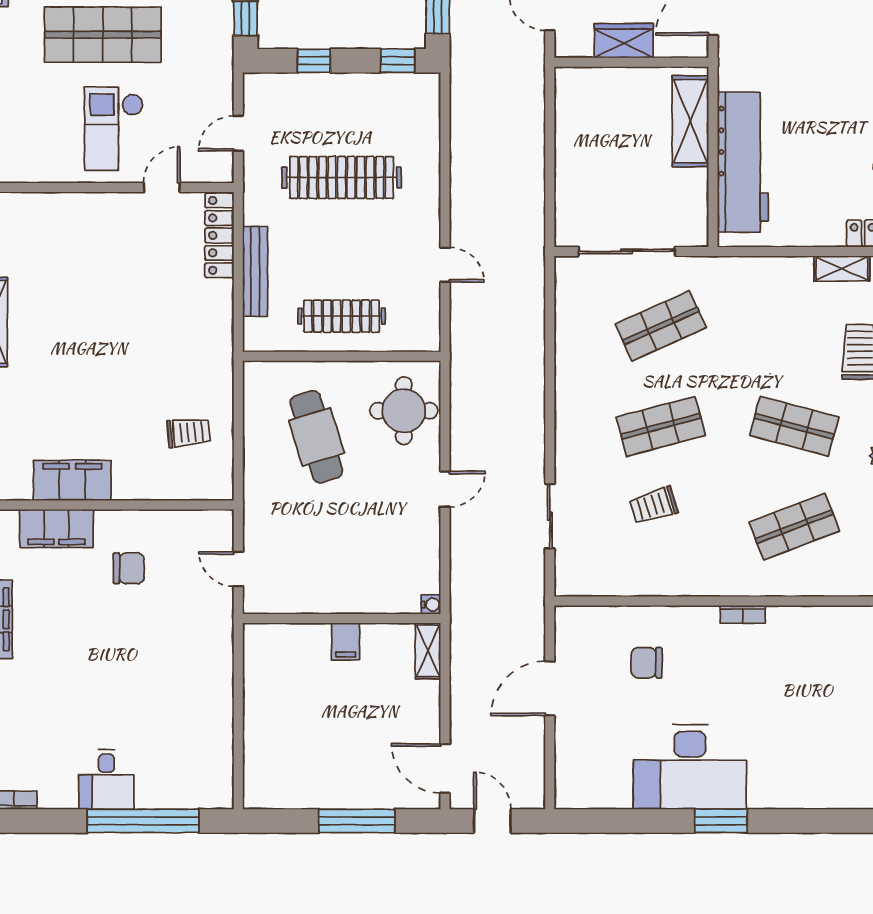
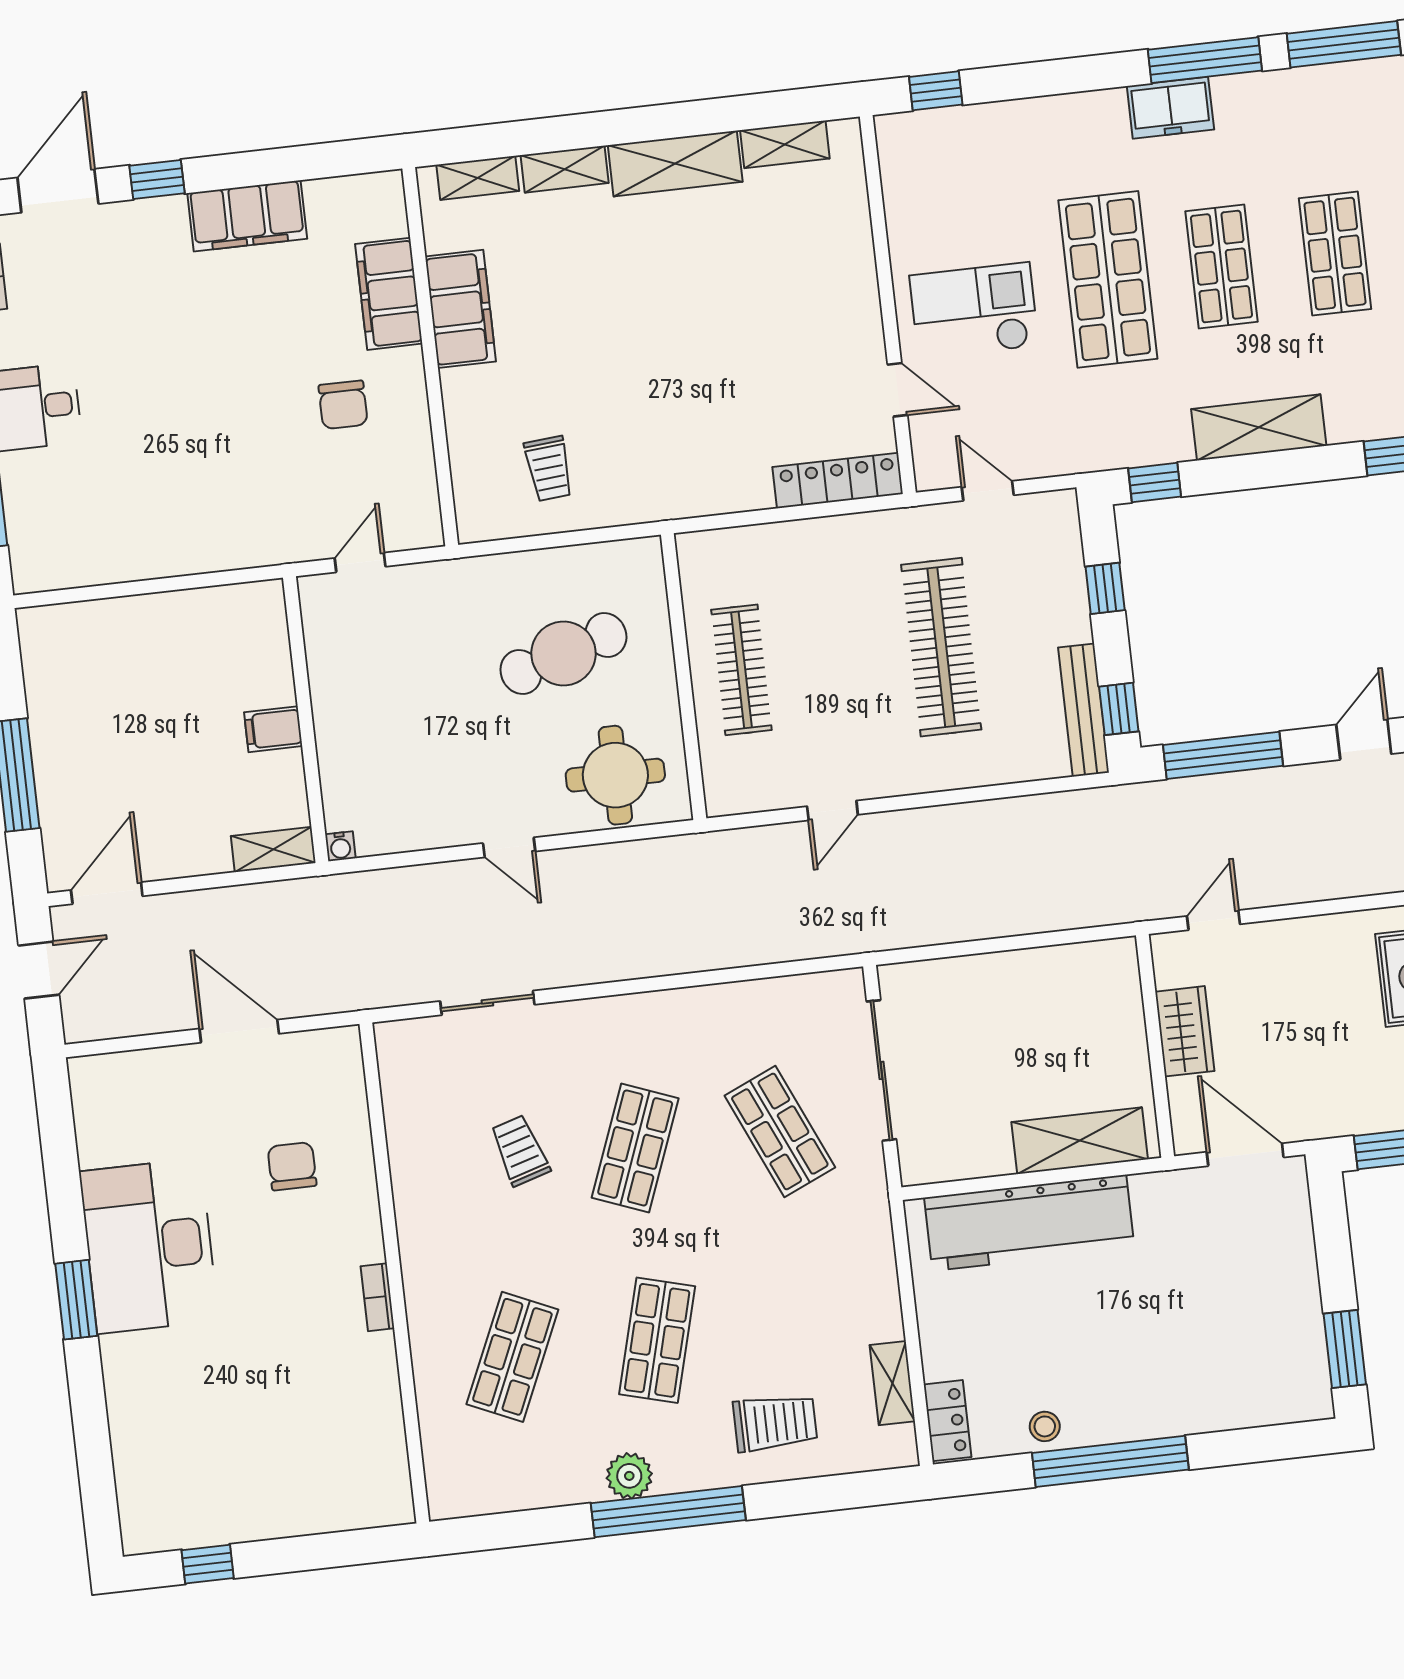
bench: (255, 271) -> (1084, 710), moved, turned 90
shop shelf: (661, 426) -> (635, 1148), turned 36
shop shelf: (794, 527) -> (512, 1357), turned 45

